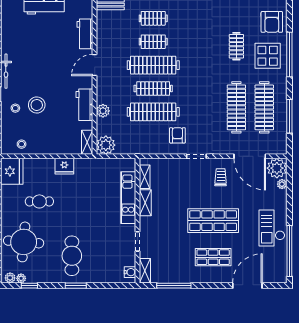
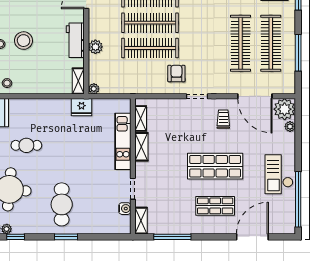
clothes rail: (153, 89) -> (150, 23), width x1.37, depth x1.31
plant: (106, 145) -> (94, 89), width x0.53, depth x0.53
fridge: (64, 166) -> (82, 107), moved
water cooler: (130, 272) -> (125, 209), moved

